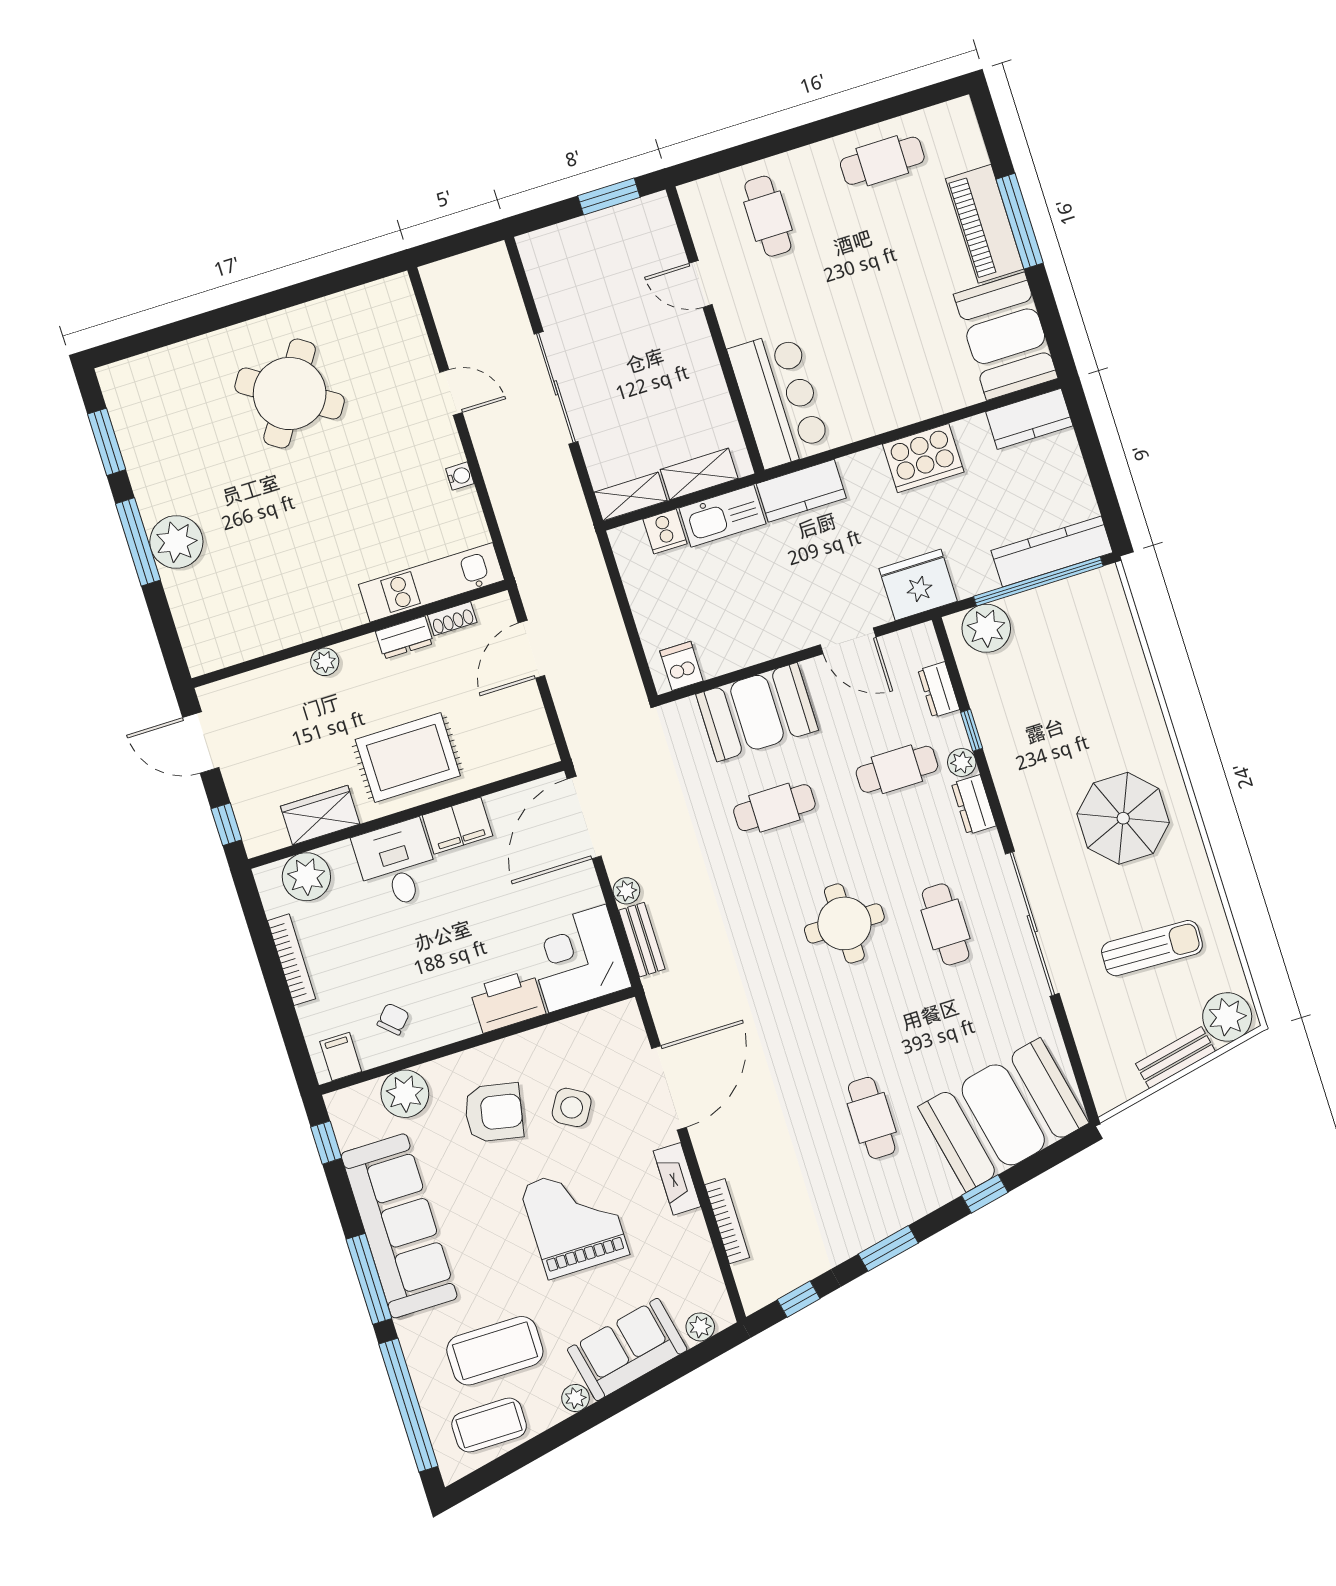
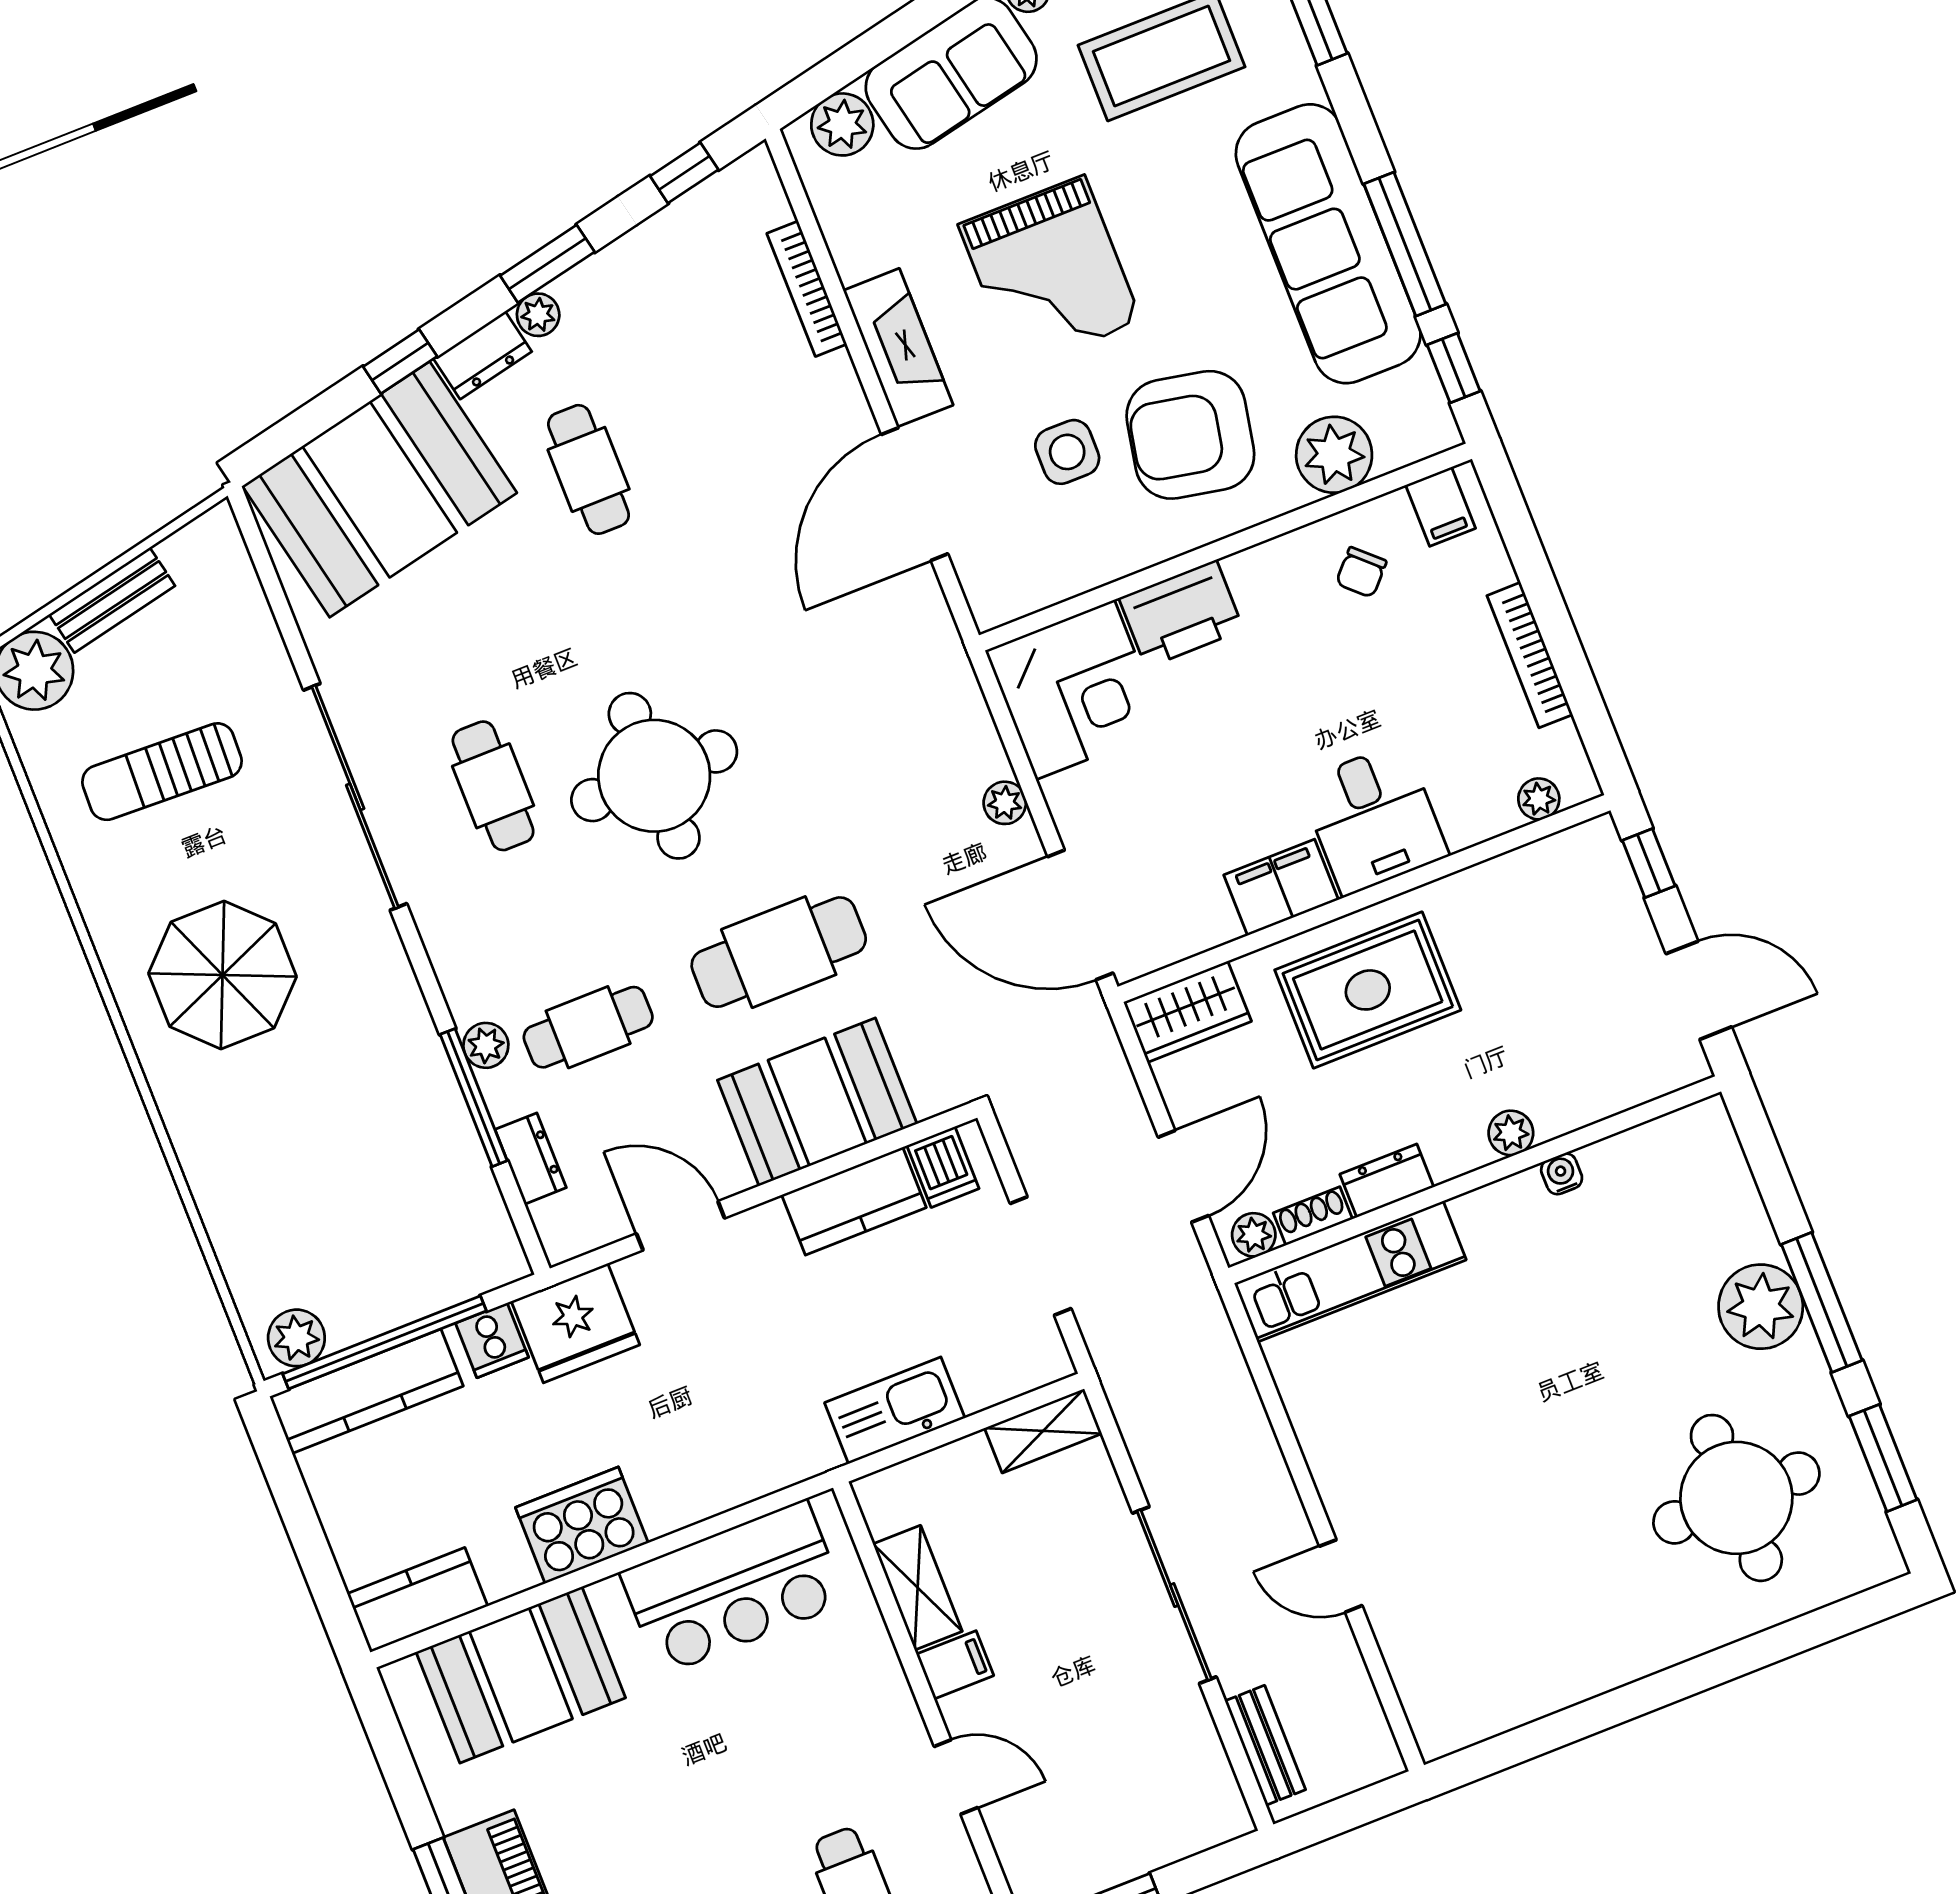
booth: (1006, 336) -> (521, 1675), moved, turned 90
filing cabinet: (696, 354) -> (955, 1665), added
round table: (290, 394) -> (1736, 1498), moved, turned -33
bar counter: (779, 399) -> (733, 1587), moved, turned -90
shelving: (699, 474) -> (918, 1588), moved, turned 90
water cooler: (460, 476) -> (1562, 1174), moved, turned 90
kitchen counter: (801, 491) -> (854, 1201), moved, turned 180
cooker: (665, 531) -> (492, 1340), moved, turned 180
doorway: (624, 606) -> (1041, 1256), added
plant: (490, 610) -> (1254, 1235), added
plant: (986, 628) -> (296, 1338), moved, width x0.73, depth x0.73
window: (972, 730) -> (474, 1098), width x2.17
dresser: (974, 805) -> (483, 355), moved, turned 78
cafe table: (774, 808) -> (779, 952), width x1.37, depth x1.35
wardrobe: (320, 815) -> (1187, 1012), moved
door: (584, 817) -> (1080, 915), swing flipped
plant: (306, 877) -> (1539, 799), width x0.53, depth x0.53
round table: (844, 923) -> (654, 776), width x1.36, depth x1.36
bench: (642, 940) -> (1265, 1745), moved
side table: (572, 1107) -> (1067, 452), turned -30
armchair: (494, 1113) -> (1190, 435), width x1.36, depth x1.36
fireplace: (677, 1179) -> (898, 348), width x1.37, depth x1.32
plant: (896, 1217) -> (538, 315), added
window: (369, 1279) -> (1405, 244), moved
plant: (700, 1327) -> (842, 124), width x1.38, depth x1.38

